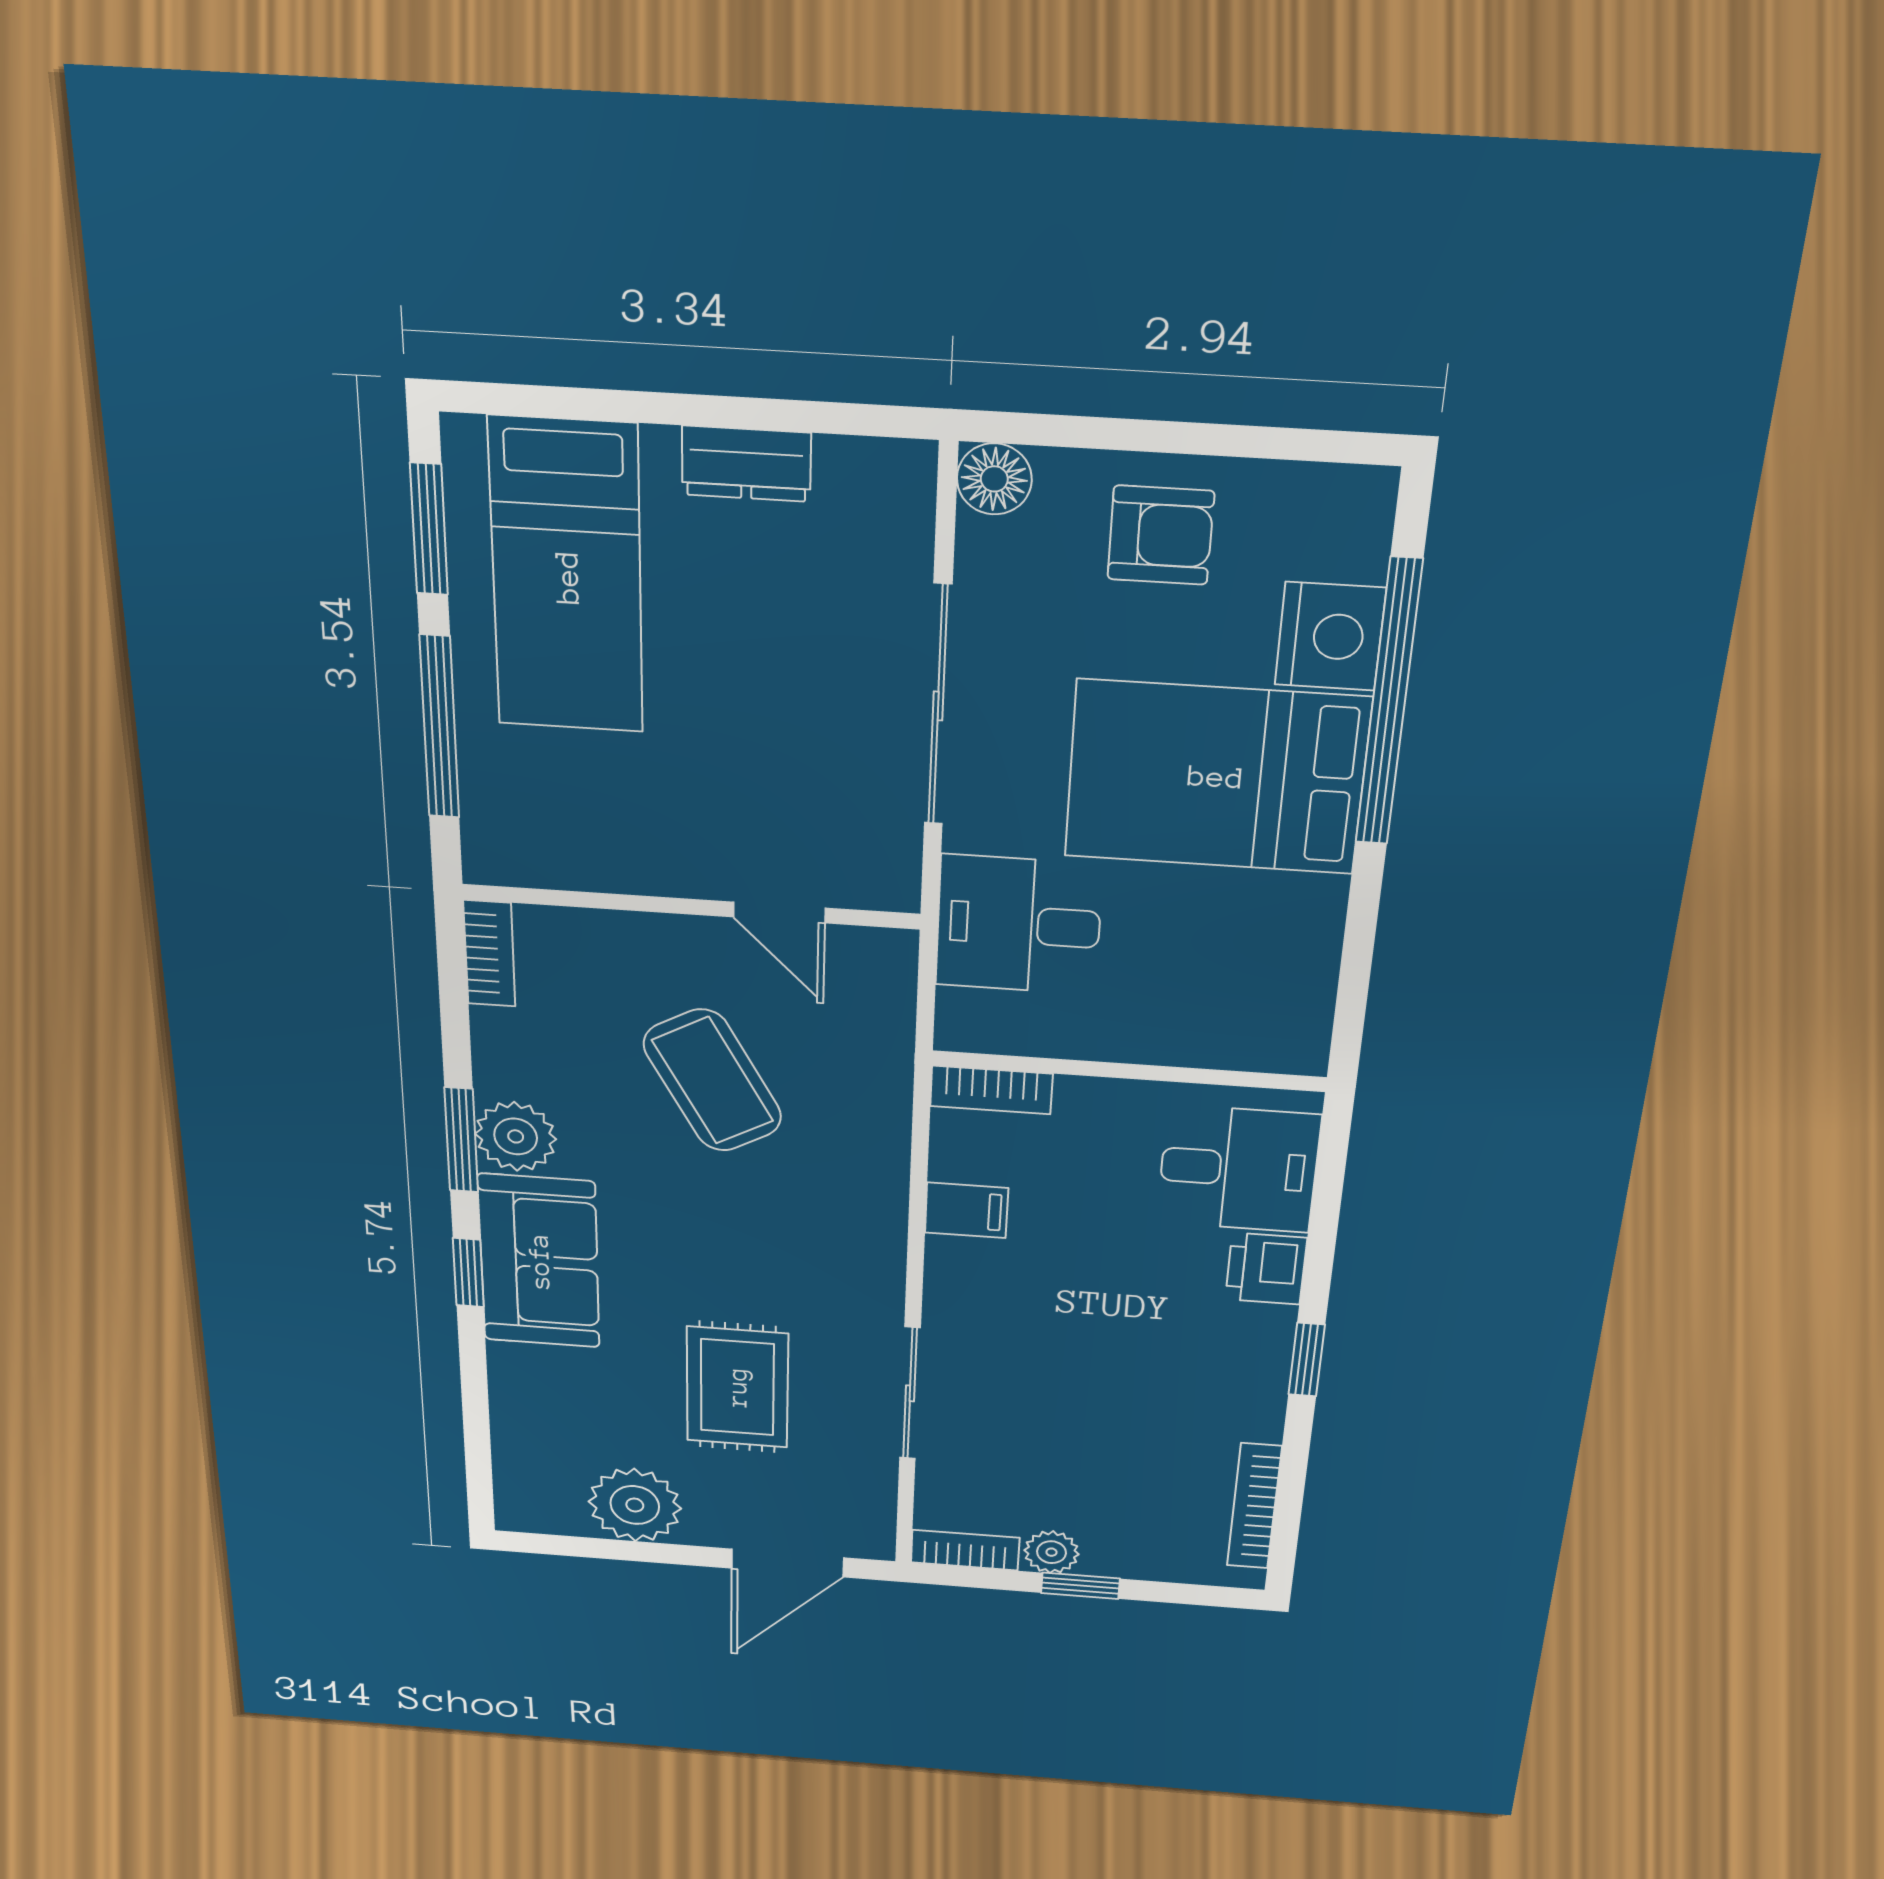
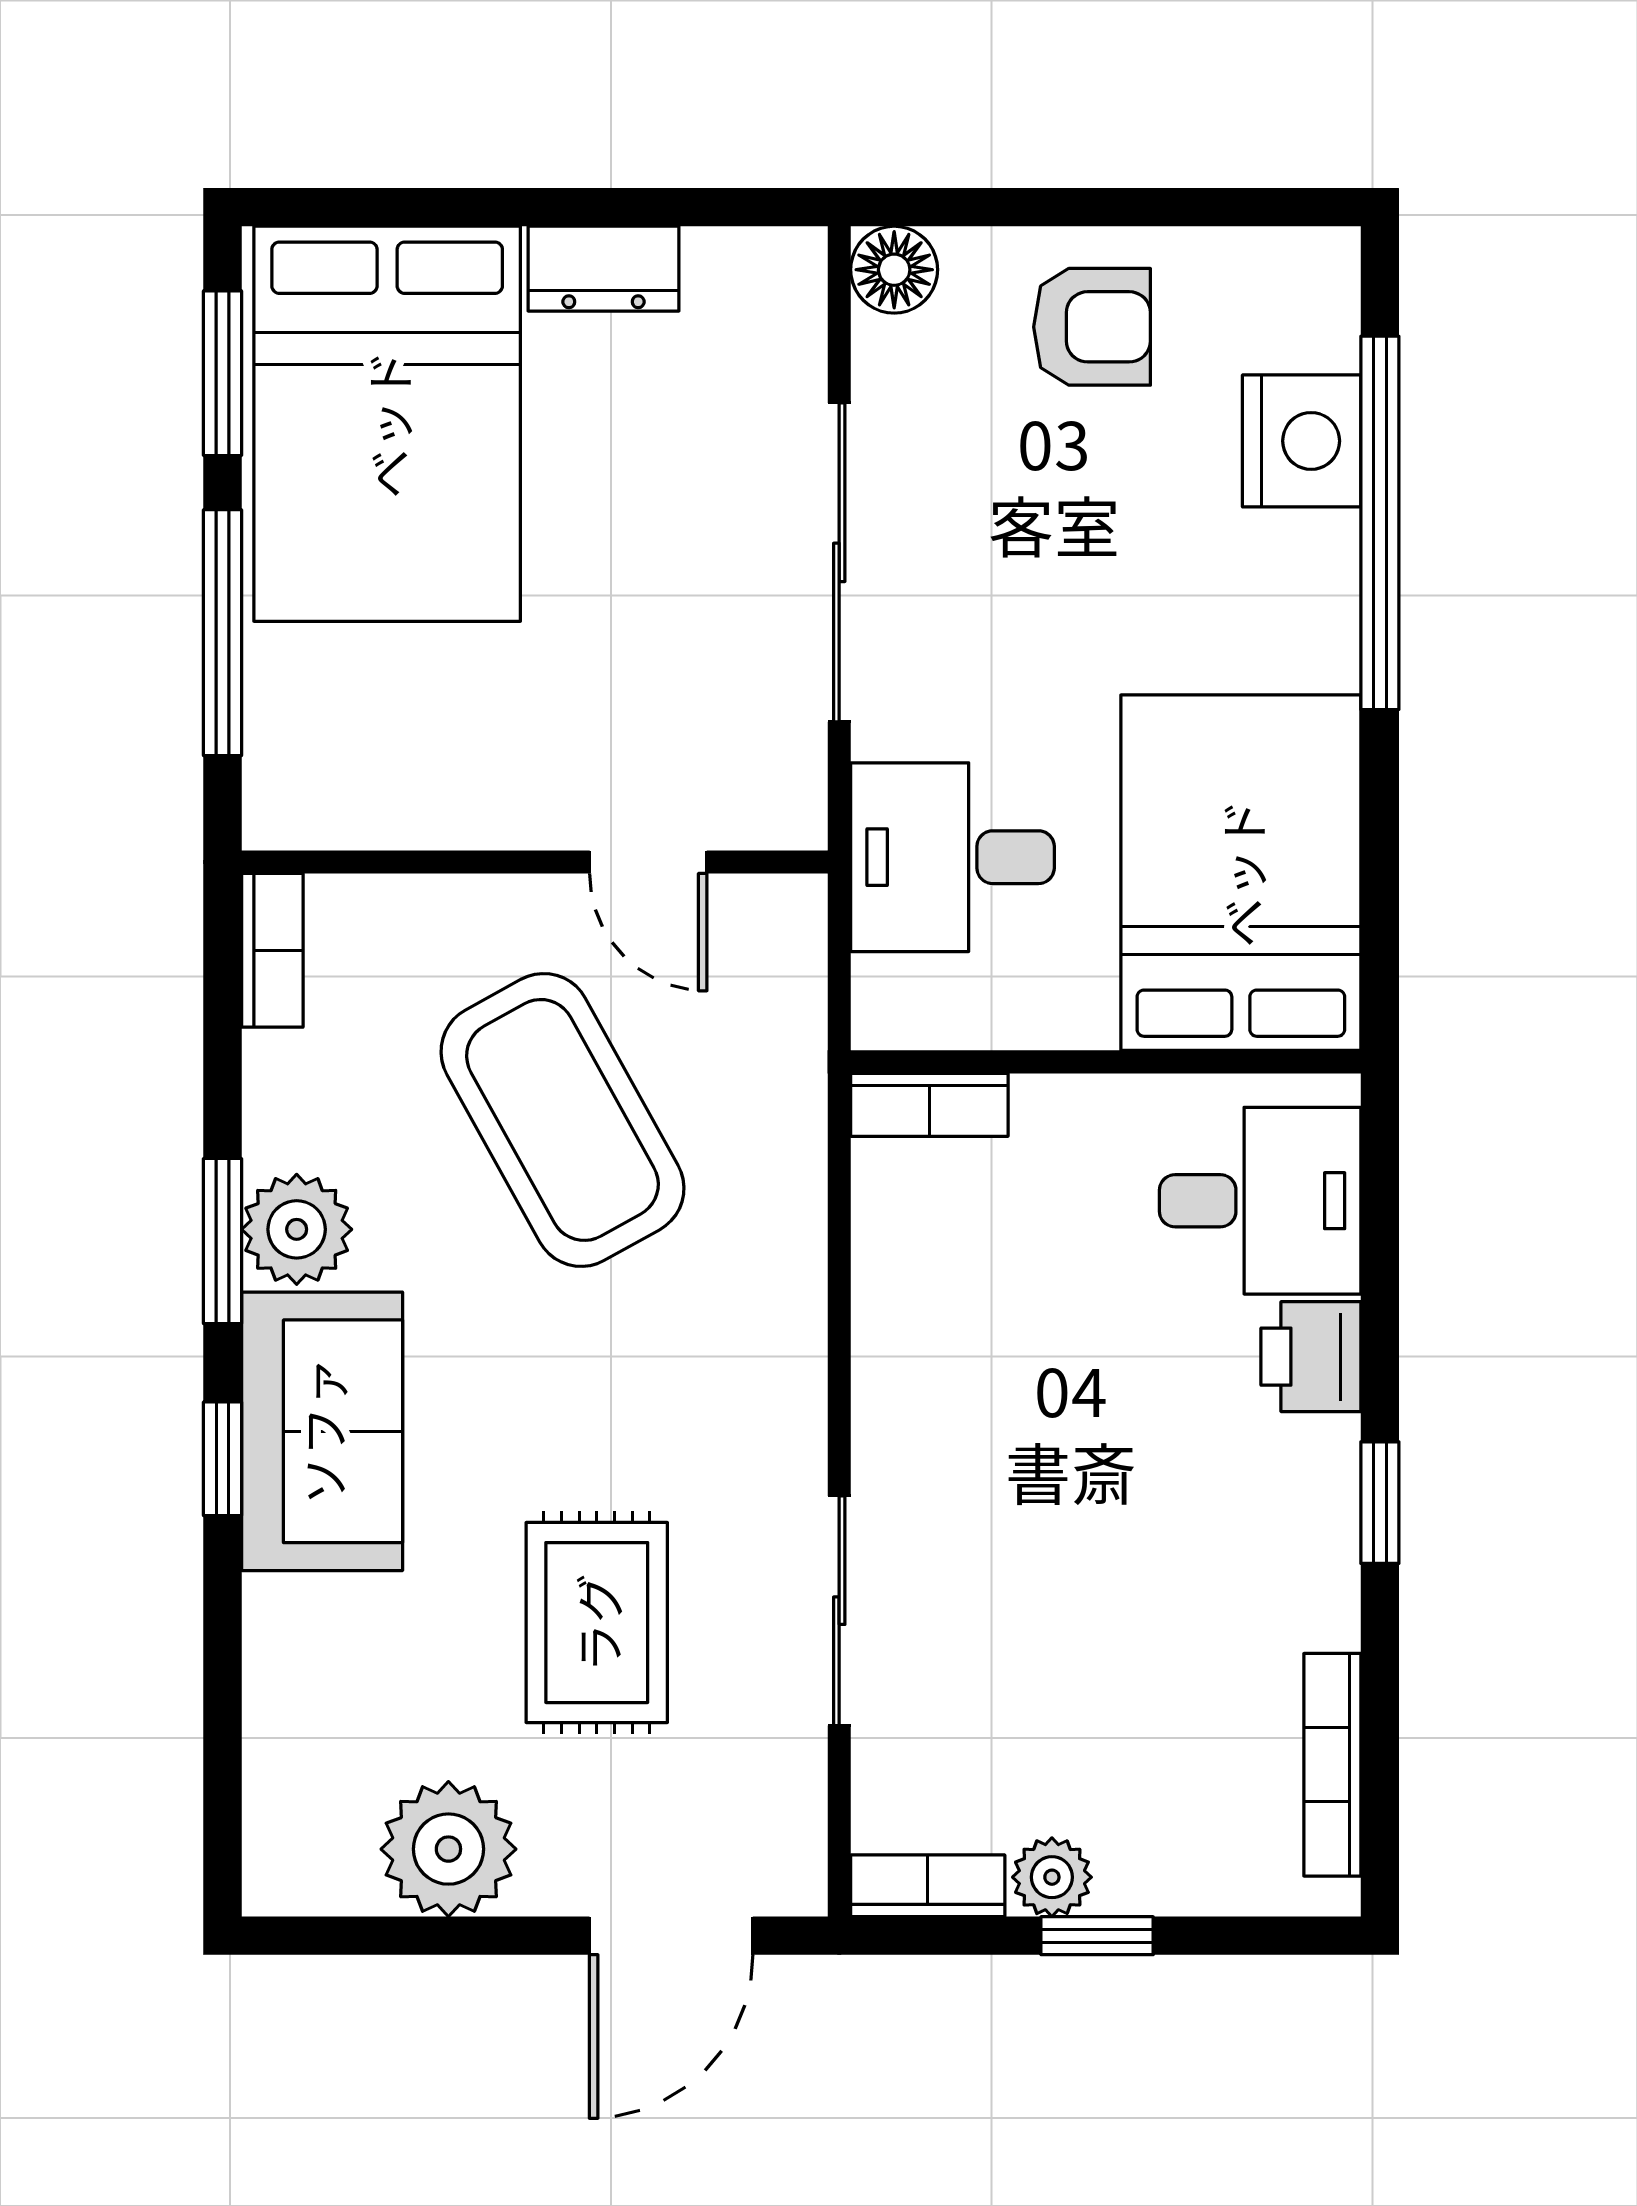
bed: (567, 577) -> (387, 424), width x1.50
bed: (1216, 777) -> (1241, 873), moved, turned 90
coffee table: (713, 1081) -> (562, 1120), width x1.36, depth x1.32
filing cabinet: (966, 1210) -> (905, 1297), removed

